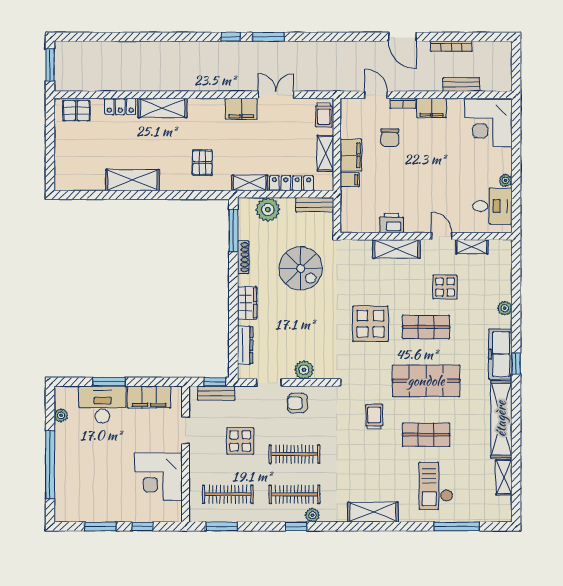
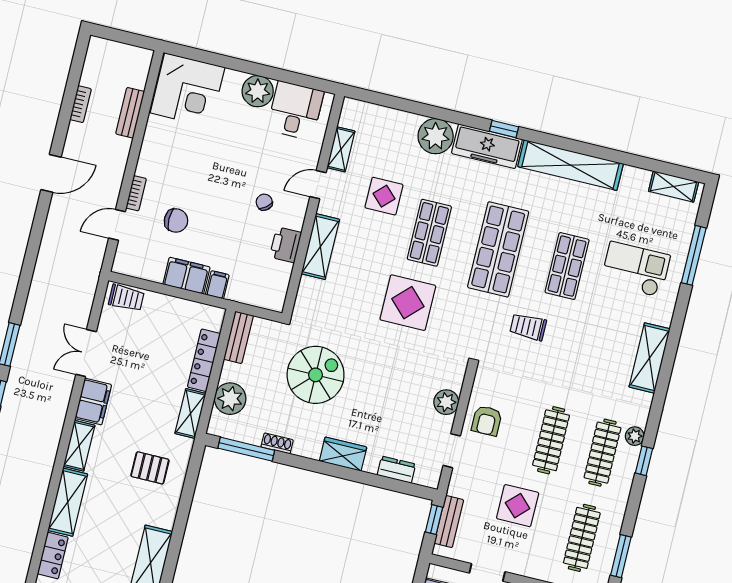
bookcase: (451, 46) -> (81, 104), width x0.64
filing cabinet: (432, 108) -> (151, 158), removed
shelving: (325, 153) -> (79, 446), moved, turned 90
plant: (506, 180) -> (258, 91), width x1.88, depth x1.88
chair: (419, 200) -> (264, 202), added
shoe rack: (243, 257) -> (277, 443), width x0.70
plant: (505, 308) -> (436, 136), width x1.87, depth x1.87
dresser: (245, 345) -> (396, 470), width x0.70
shelving: (504, 477) -> (674, 186), moved
checkout: (436, 486) -> (635, 269), turned 180

